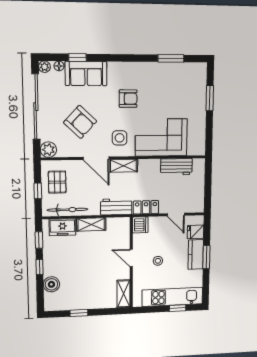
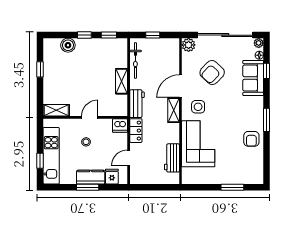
window: (171, 58) -> (266, 120), moved
armchair: (128, 99) -> (251, 139), moved
pallet: (57, 182) -> (160, 52), removed
freezer: (62, 227) -> (120, 56), removed

